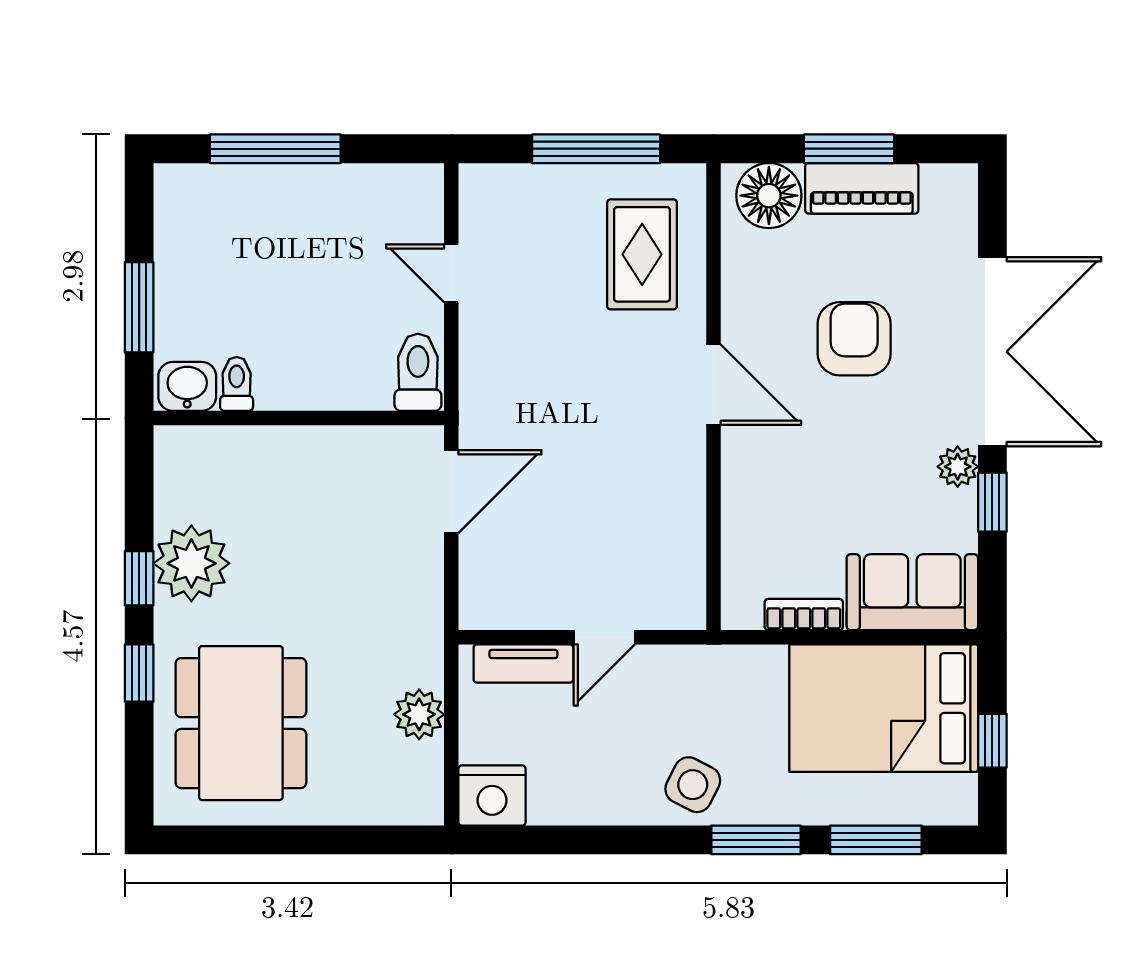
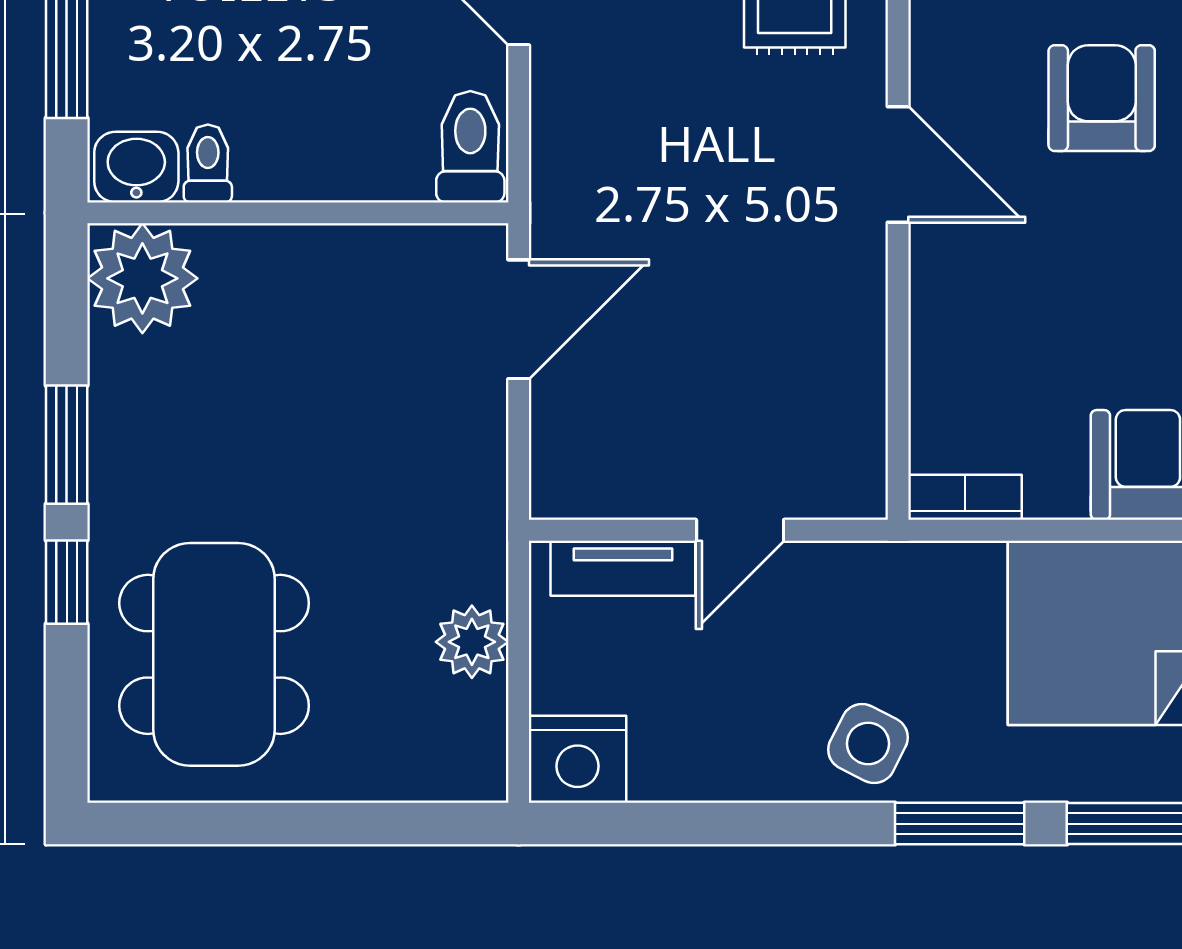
plant: (191, 563) -> (142, 278), moved
window: (139, 578) -> (67, 445), width x1.50
bookcase: (804, 615) -> (965, 497), moved

